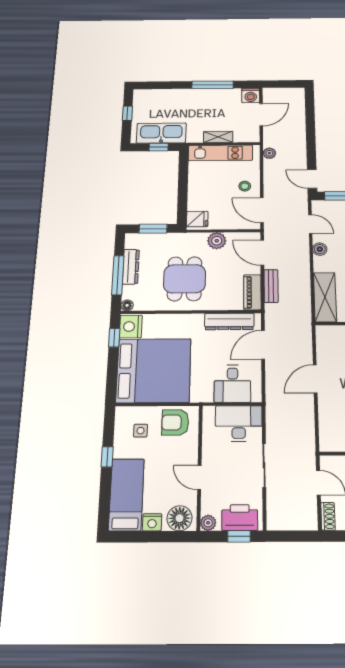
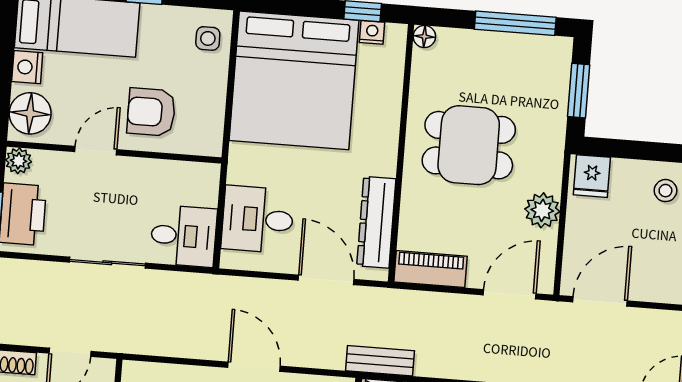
stool: (245, 186) -> (665, 191), moved
dresser: (131, 267) -> (502, 46), removed
window: (118, 275) -> (515, 23), moved
bench: (271, 286) -> (380, 361), moved
nightstand: (131, 327) -> (372, 32), width x0.53, depth x0.56
armchair: (175, 422) -> (151, 112), moved, turned -90
desk: (239, 423) -> (184, 236), width x0.73
side table: (141, 431) -> (208, 38), moved

